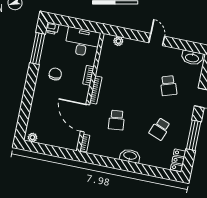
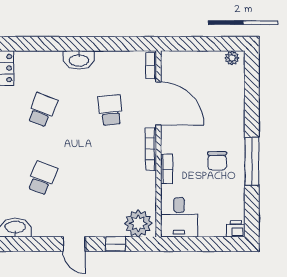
window: (131, 34) -> (116, 244), added
plant: (118, 41) -> (138, 223), width x1.87, depth x1.87
desk: (82, 42) -> (179, 217), width x0.73
window: (37, 48) -> (252, 161), moved
school desk: (169, 86) -> (42, 178), turned 39

